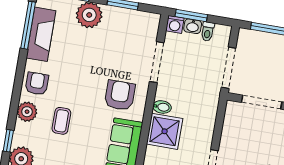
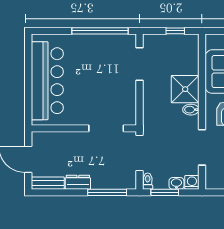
window: (191, 16) -> (165, 192), moved
toilet: (208, 31) -> (148, 181), moved

